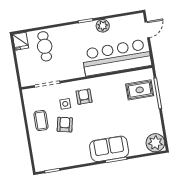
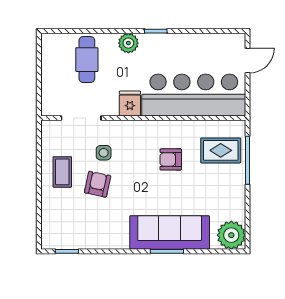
plant: (103, 26) -> (128, 43), moved
fridge: (21, 41) -> (130, 104), moved, turned 180
armchair: (84, 97) -> (171, 159), moved, turned -90
sofa: (109, 149) -> (170, 233), width x1.36

